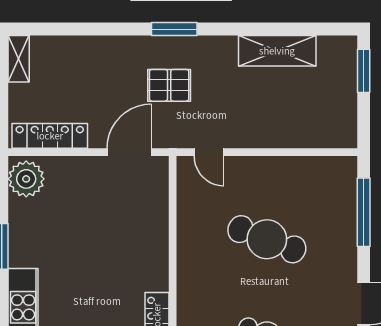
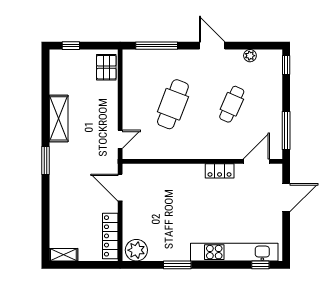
shelving: (277, 51) -> (59, 118), moved
window: (364, 71) -> (71, 46), width x0.67
pallet: (169, 85) -> (106, 67), moved

